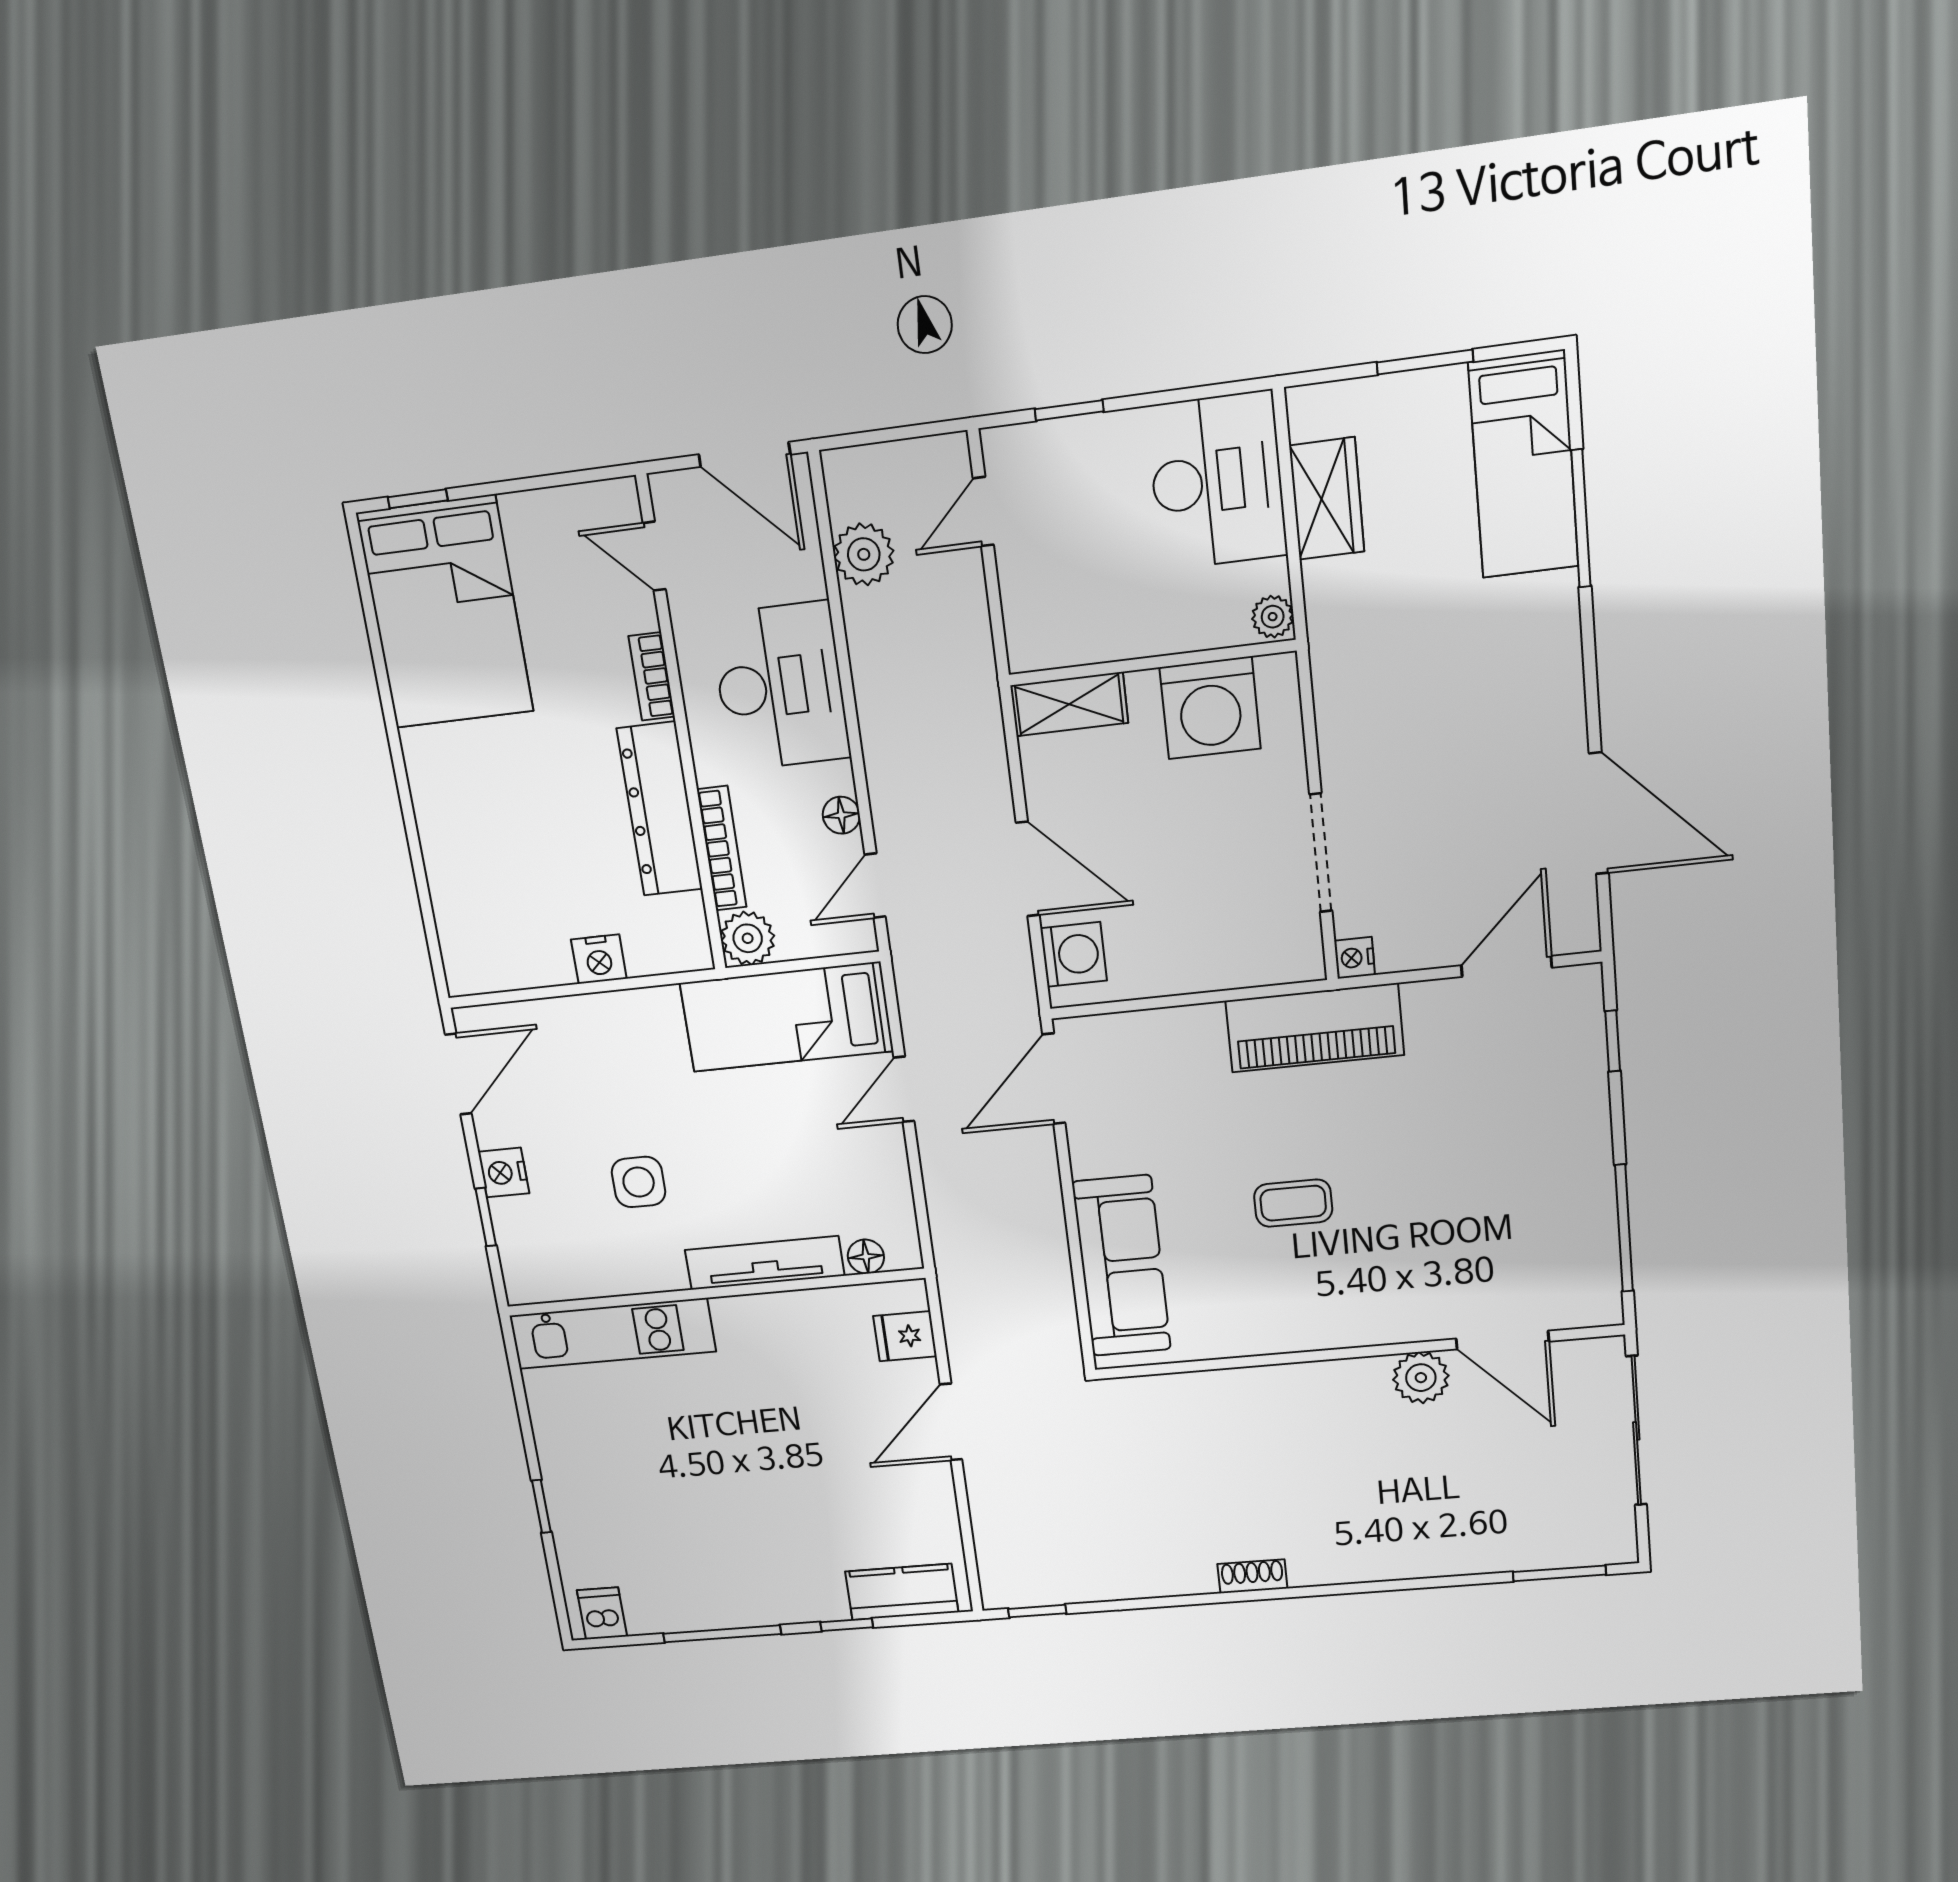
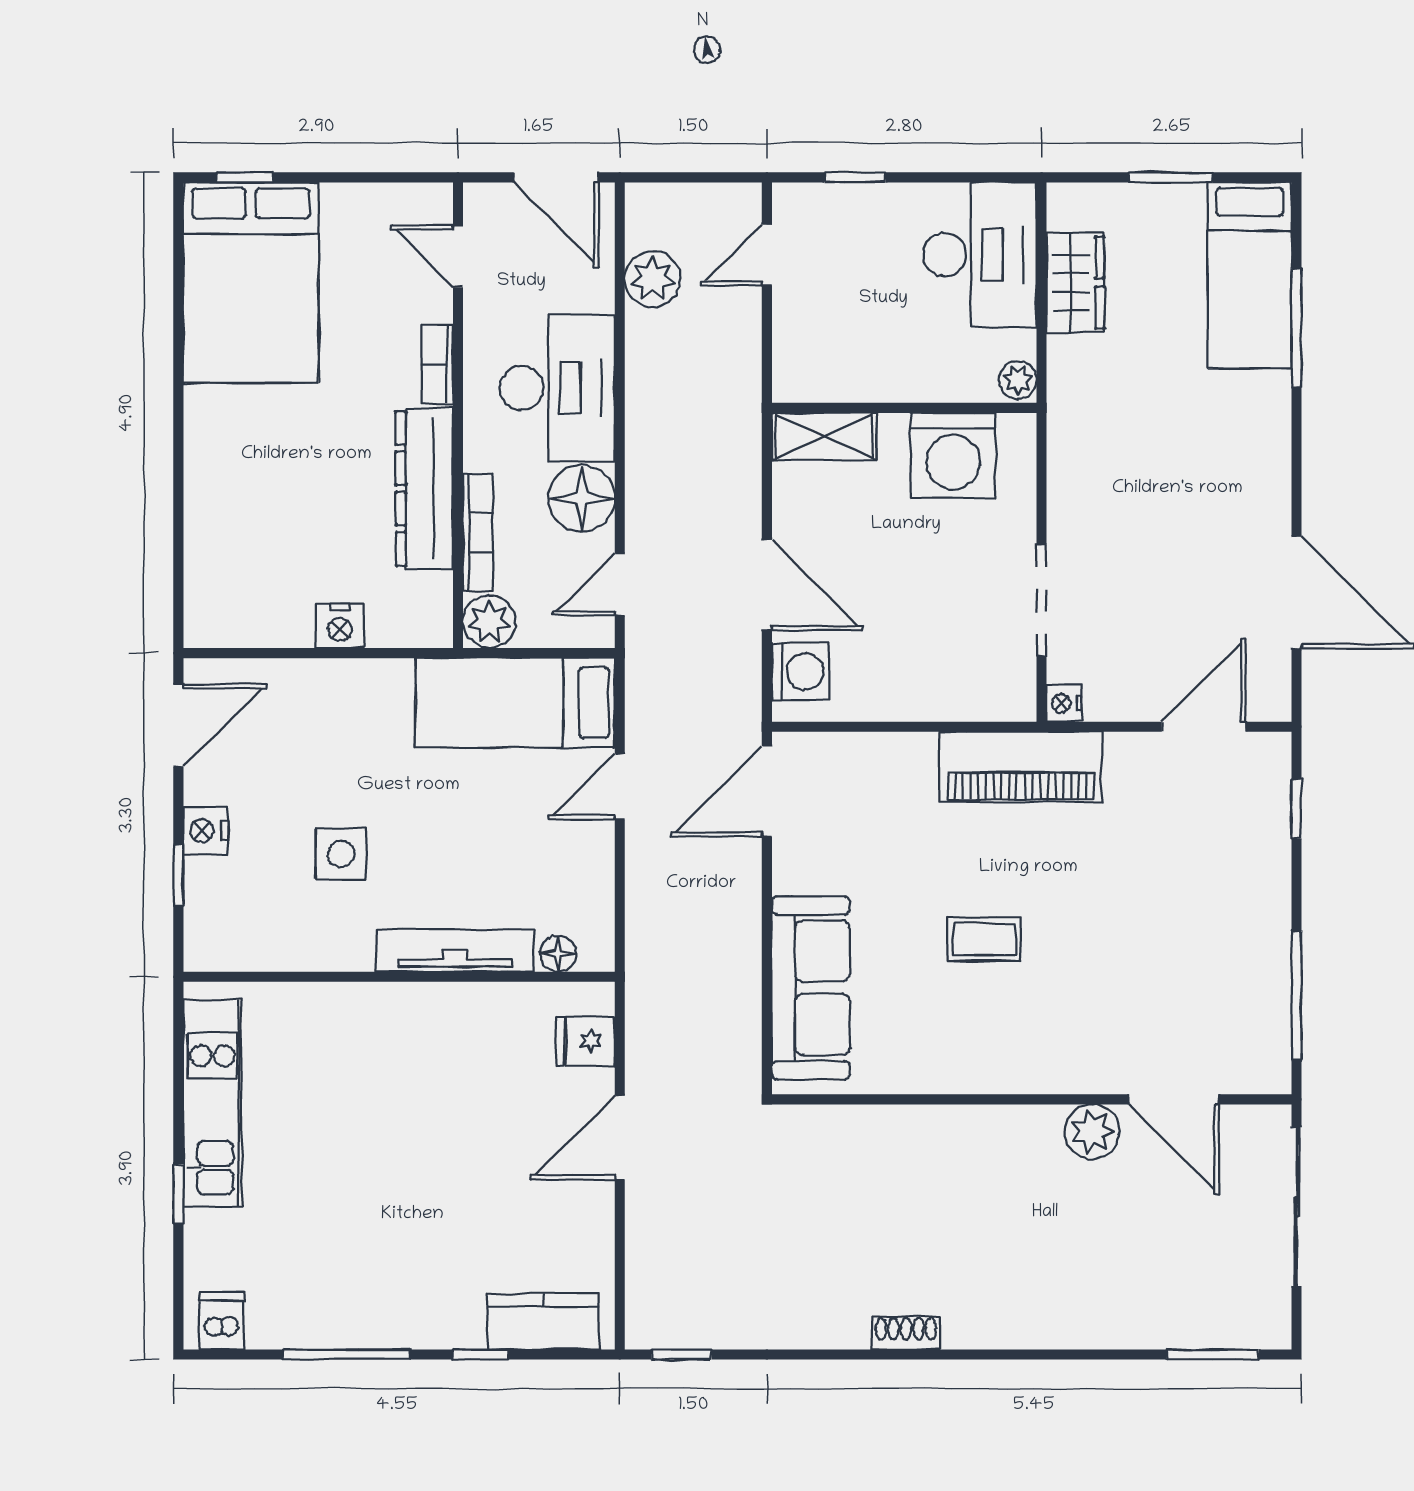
floor lamp: (841, 815) -> (582, 499), width x1.89, depth x1.89
kitchen unit: (612, 1334) -> (212, 1103), moved, turned -90

